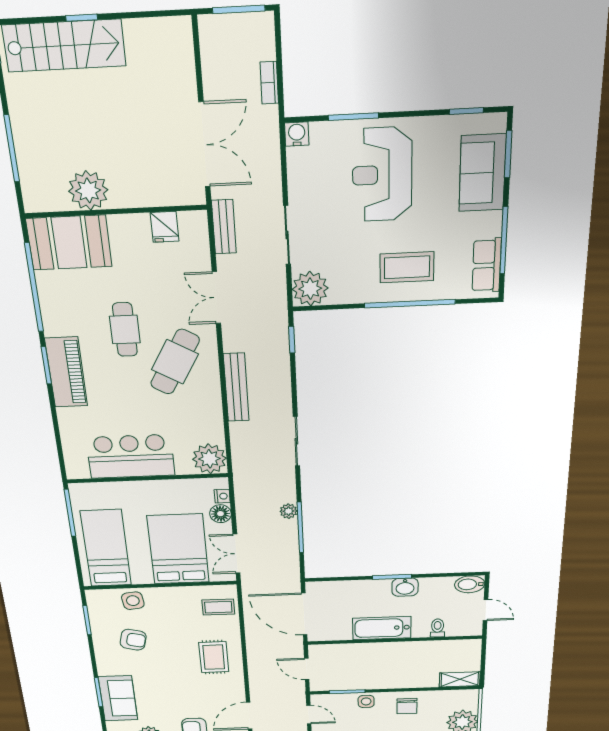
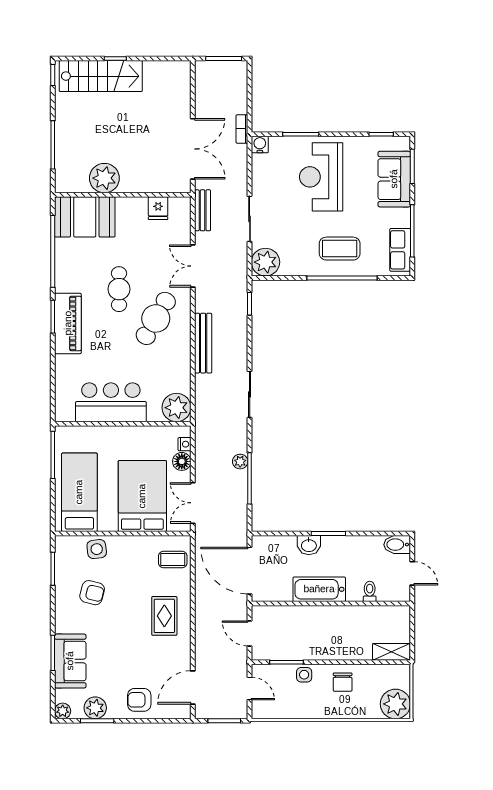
bookcase: (269, 83) -> (242, 129), moved
washbasin: (405, 587) -> (309, 545), moved

